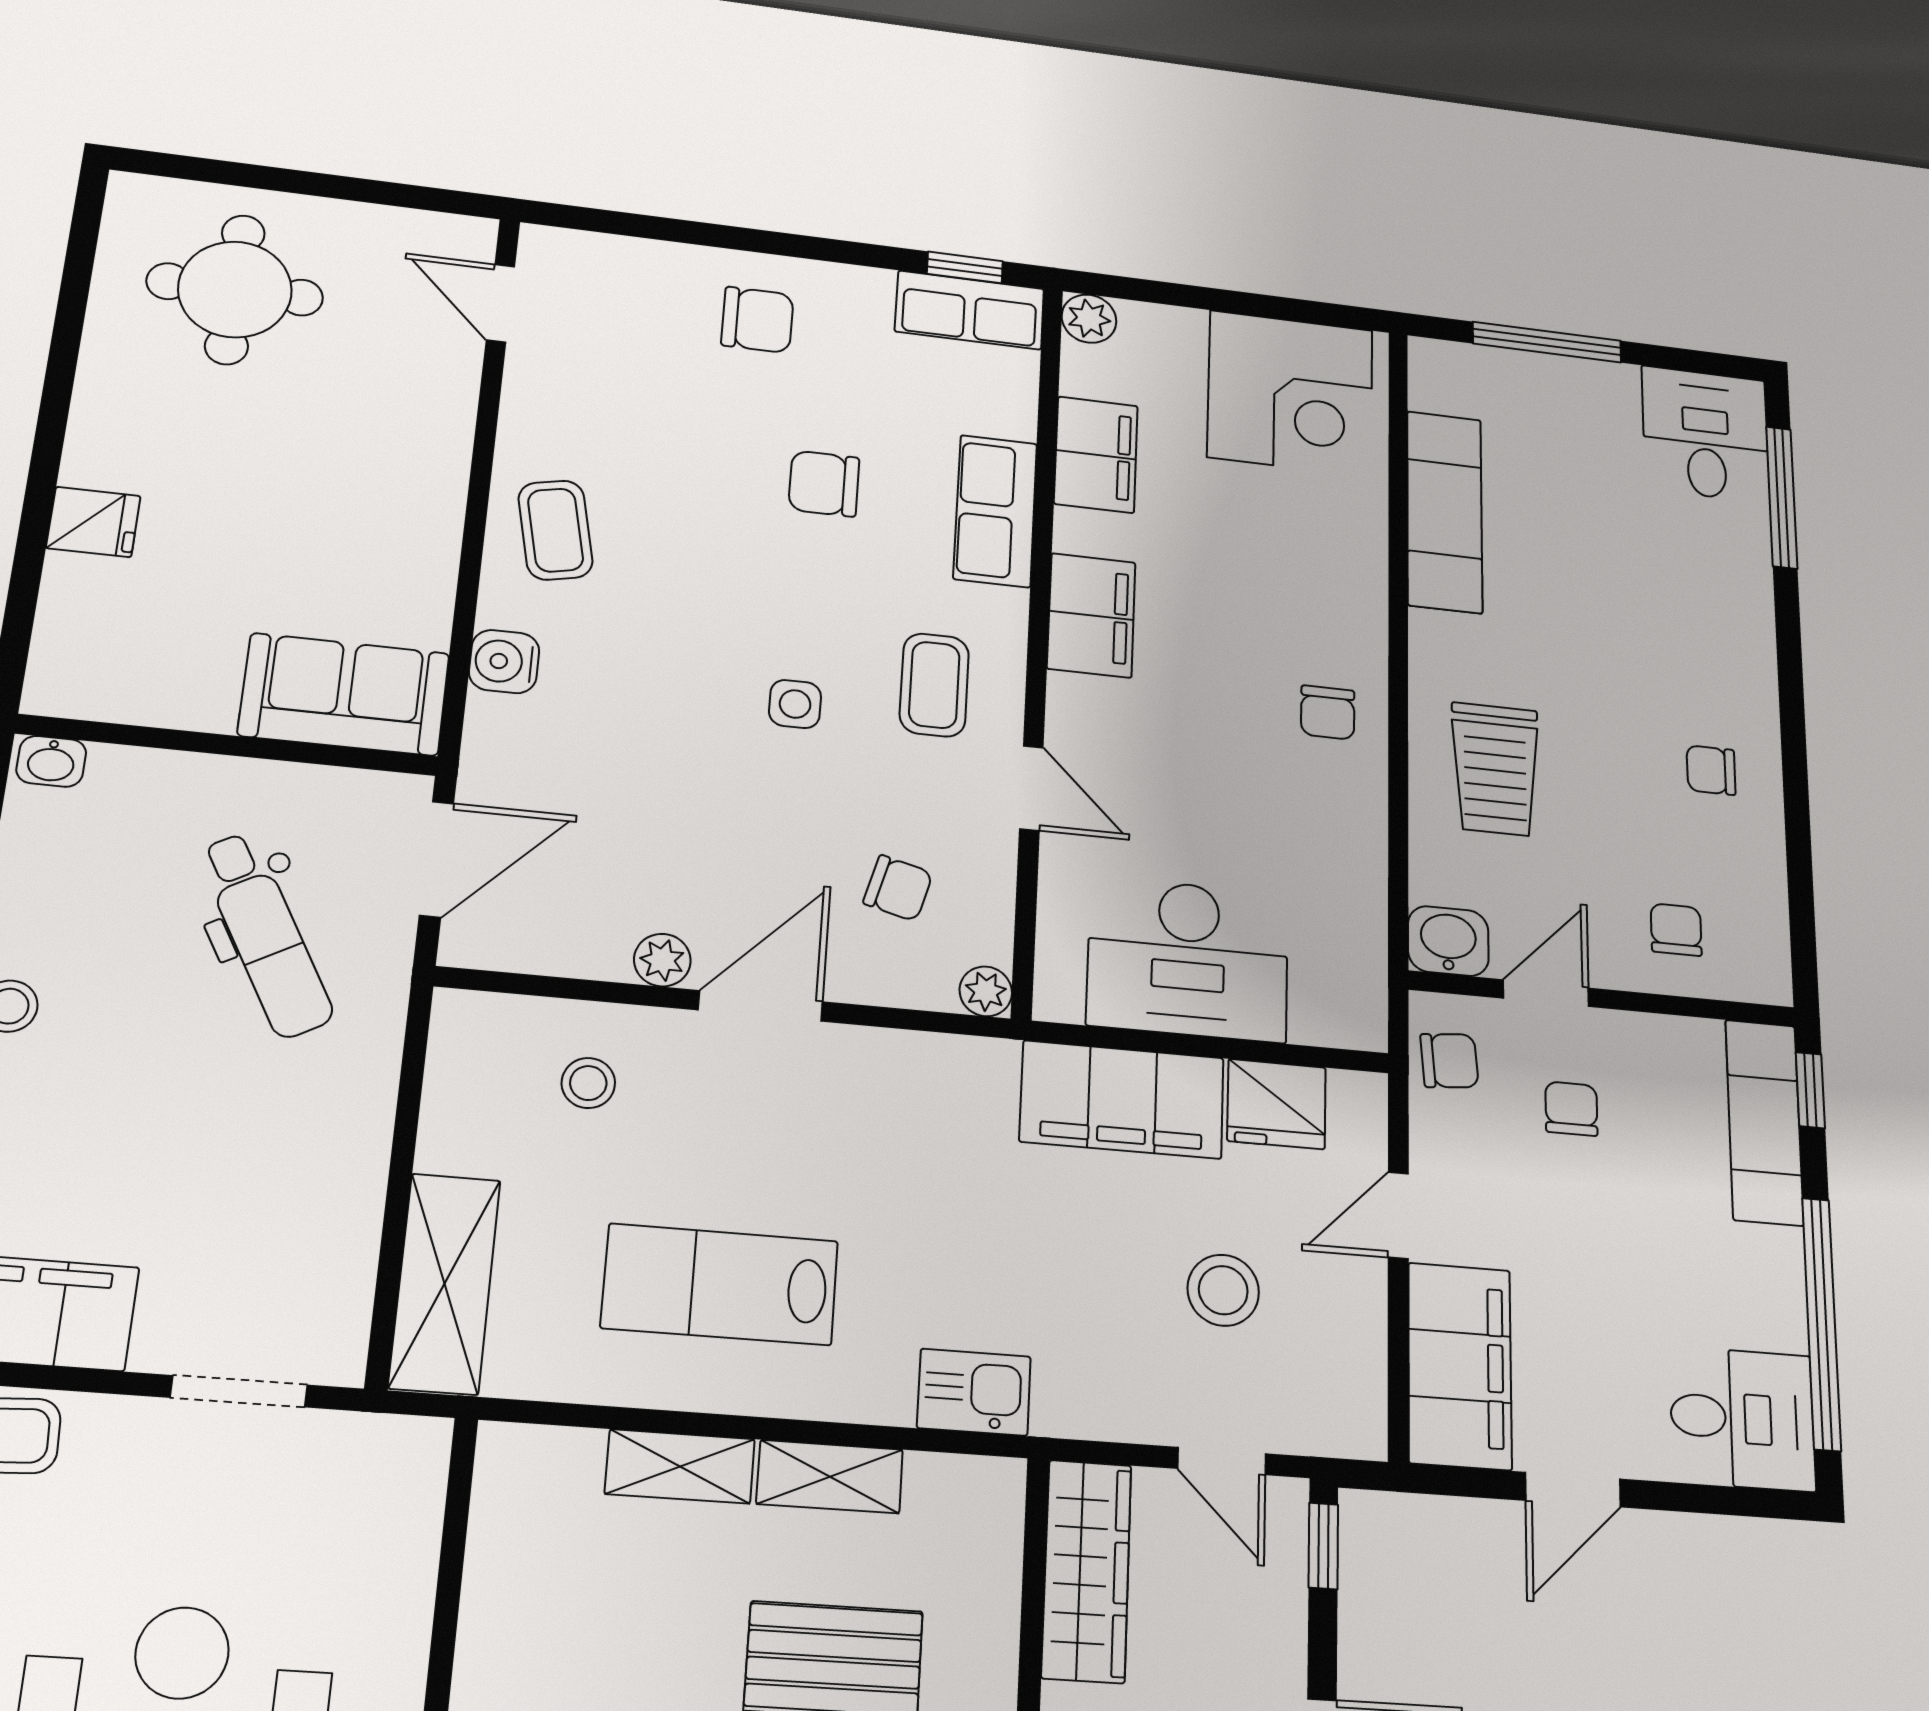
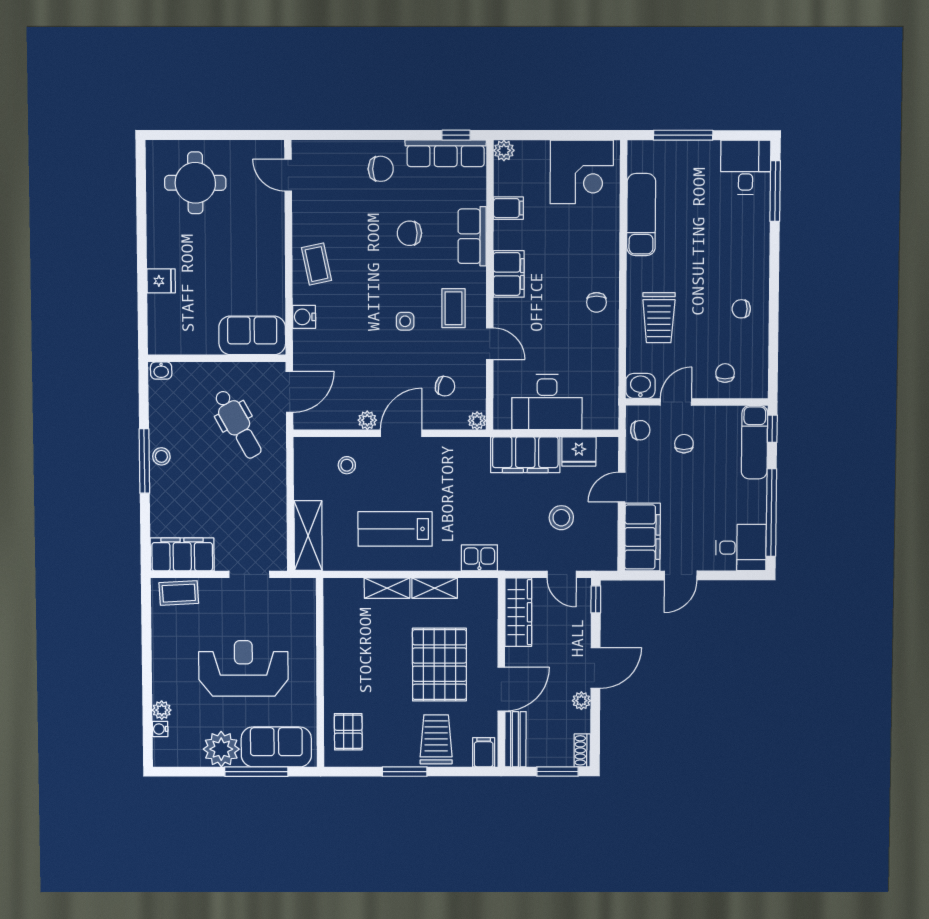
row of seats: (970, 310) -> (446, 153), width x1.48
filing cabinet: (1096, 455) -> (508, 208), width x0.50

